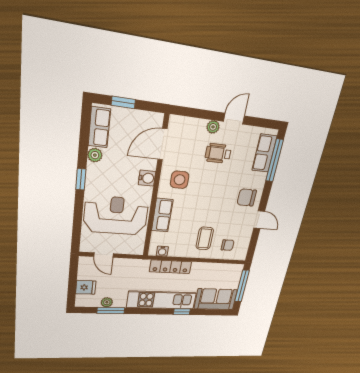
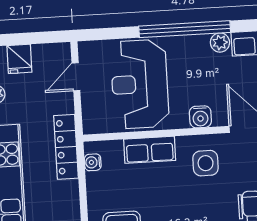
window: (81, 179) -> (185, 29), width x3.17
reception desk: (116, 216) -> (140, 84), turned 180
locker: (171, 267) -> (66, 147), moved

